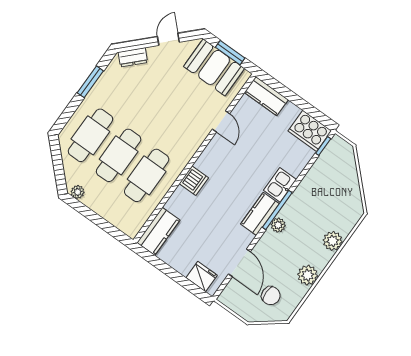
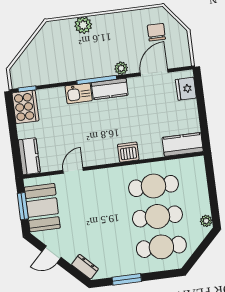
plant: (278, 225) -> (121, 68), moved
plant: (308, 275) -> (121, 21), removed

